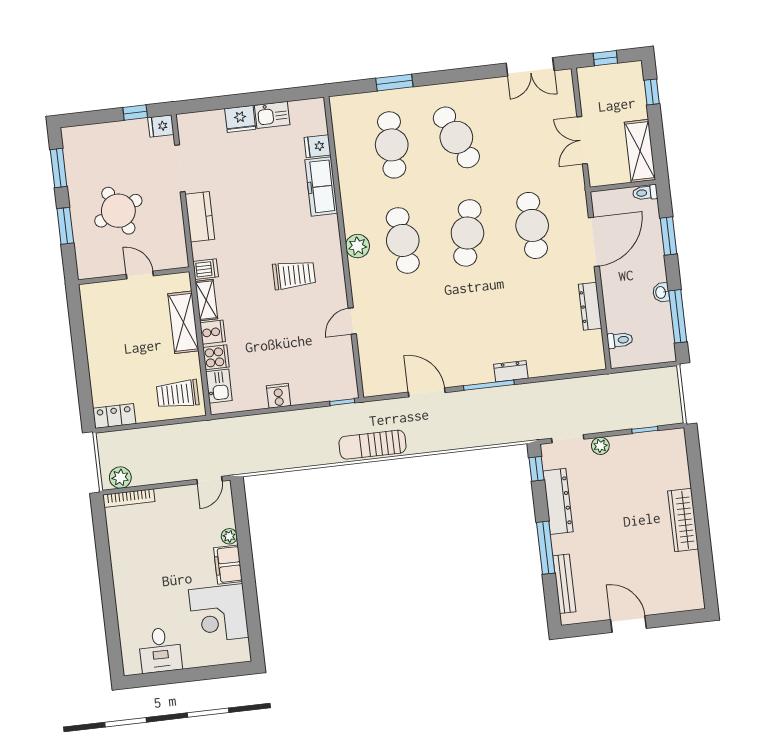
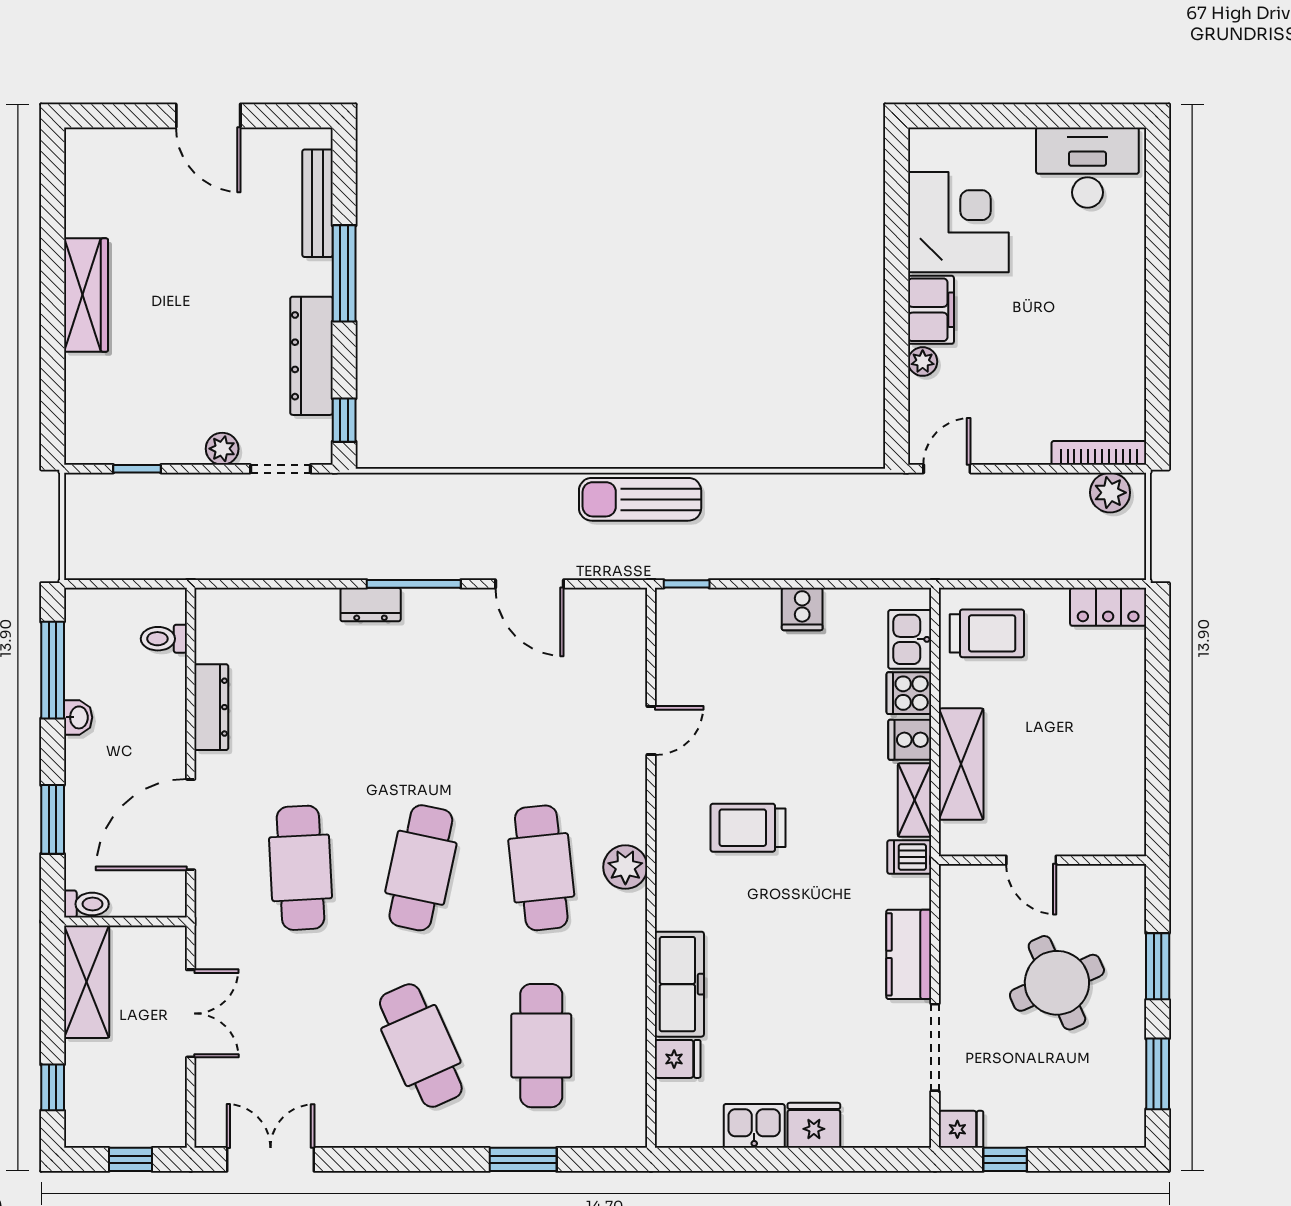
sun lounger: (373, 445) -> (640, 499), turned 180
desk: (160, 650) -> (1087, 168), width x1.37

